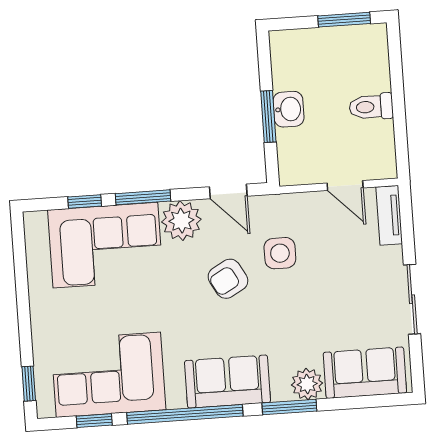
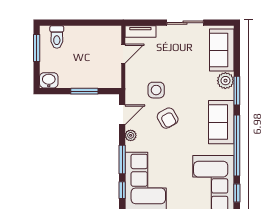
toilet: (371, 107) -> (57, 37), moved
washbasin: (289, 109) -> (49, 80), moved
plant: (181, 221) -> (131, 135), width x0.53, depth x0.53

